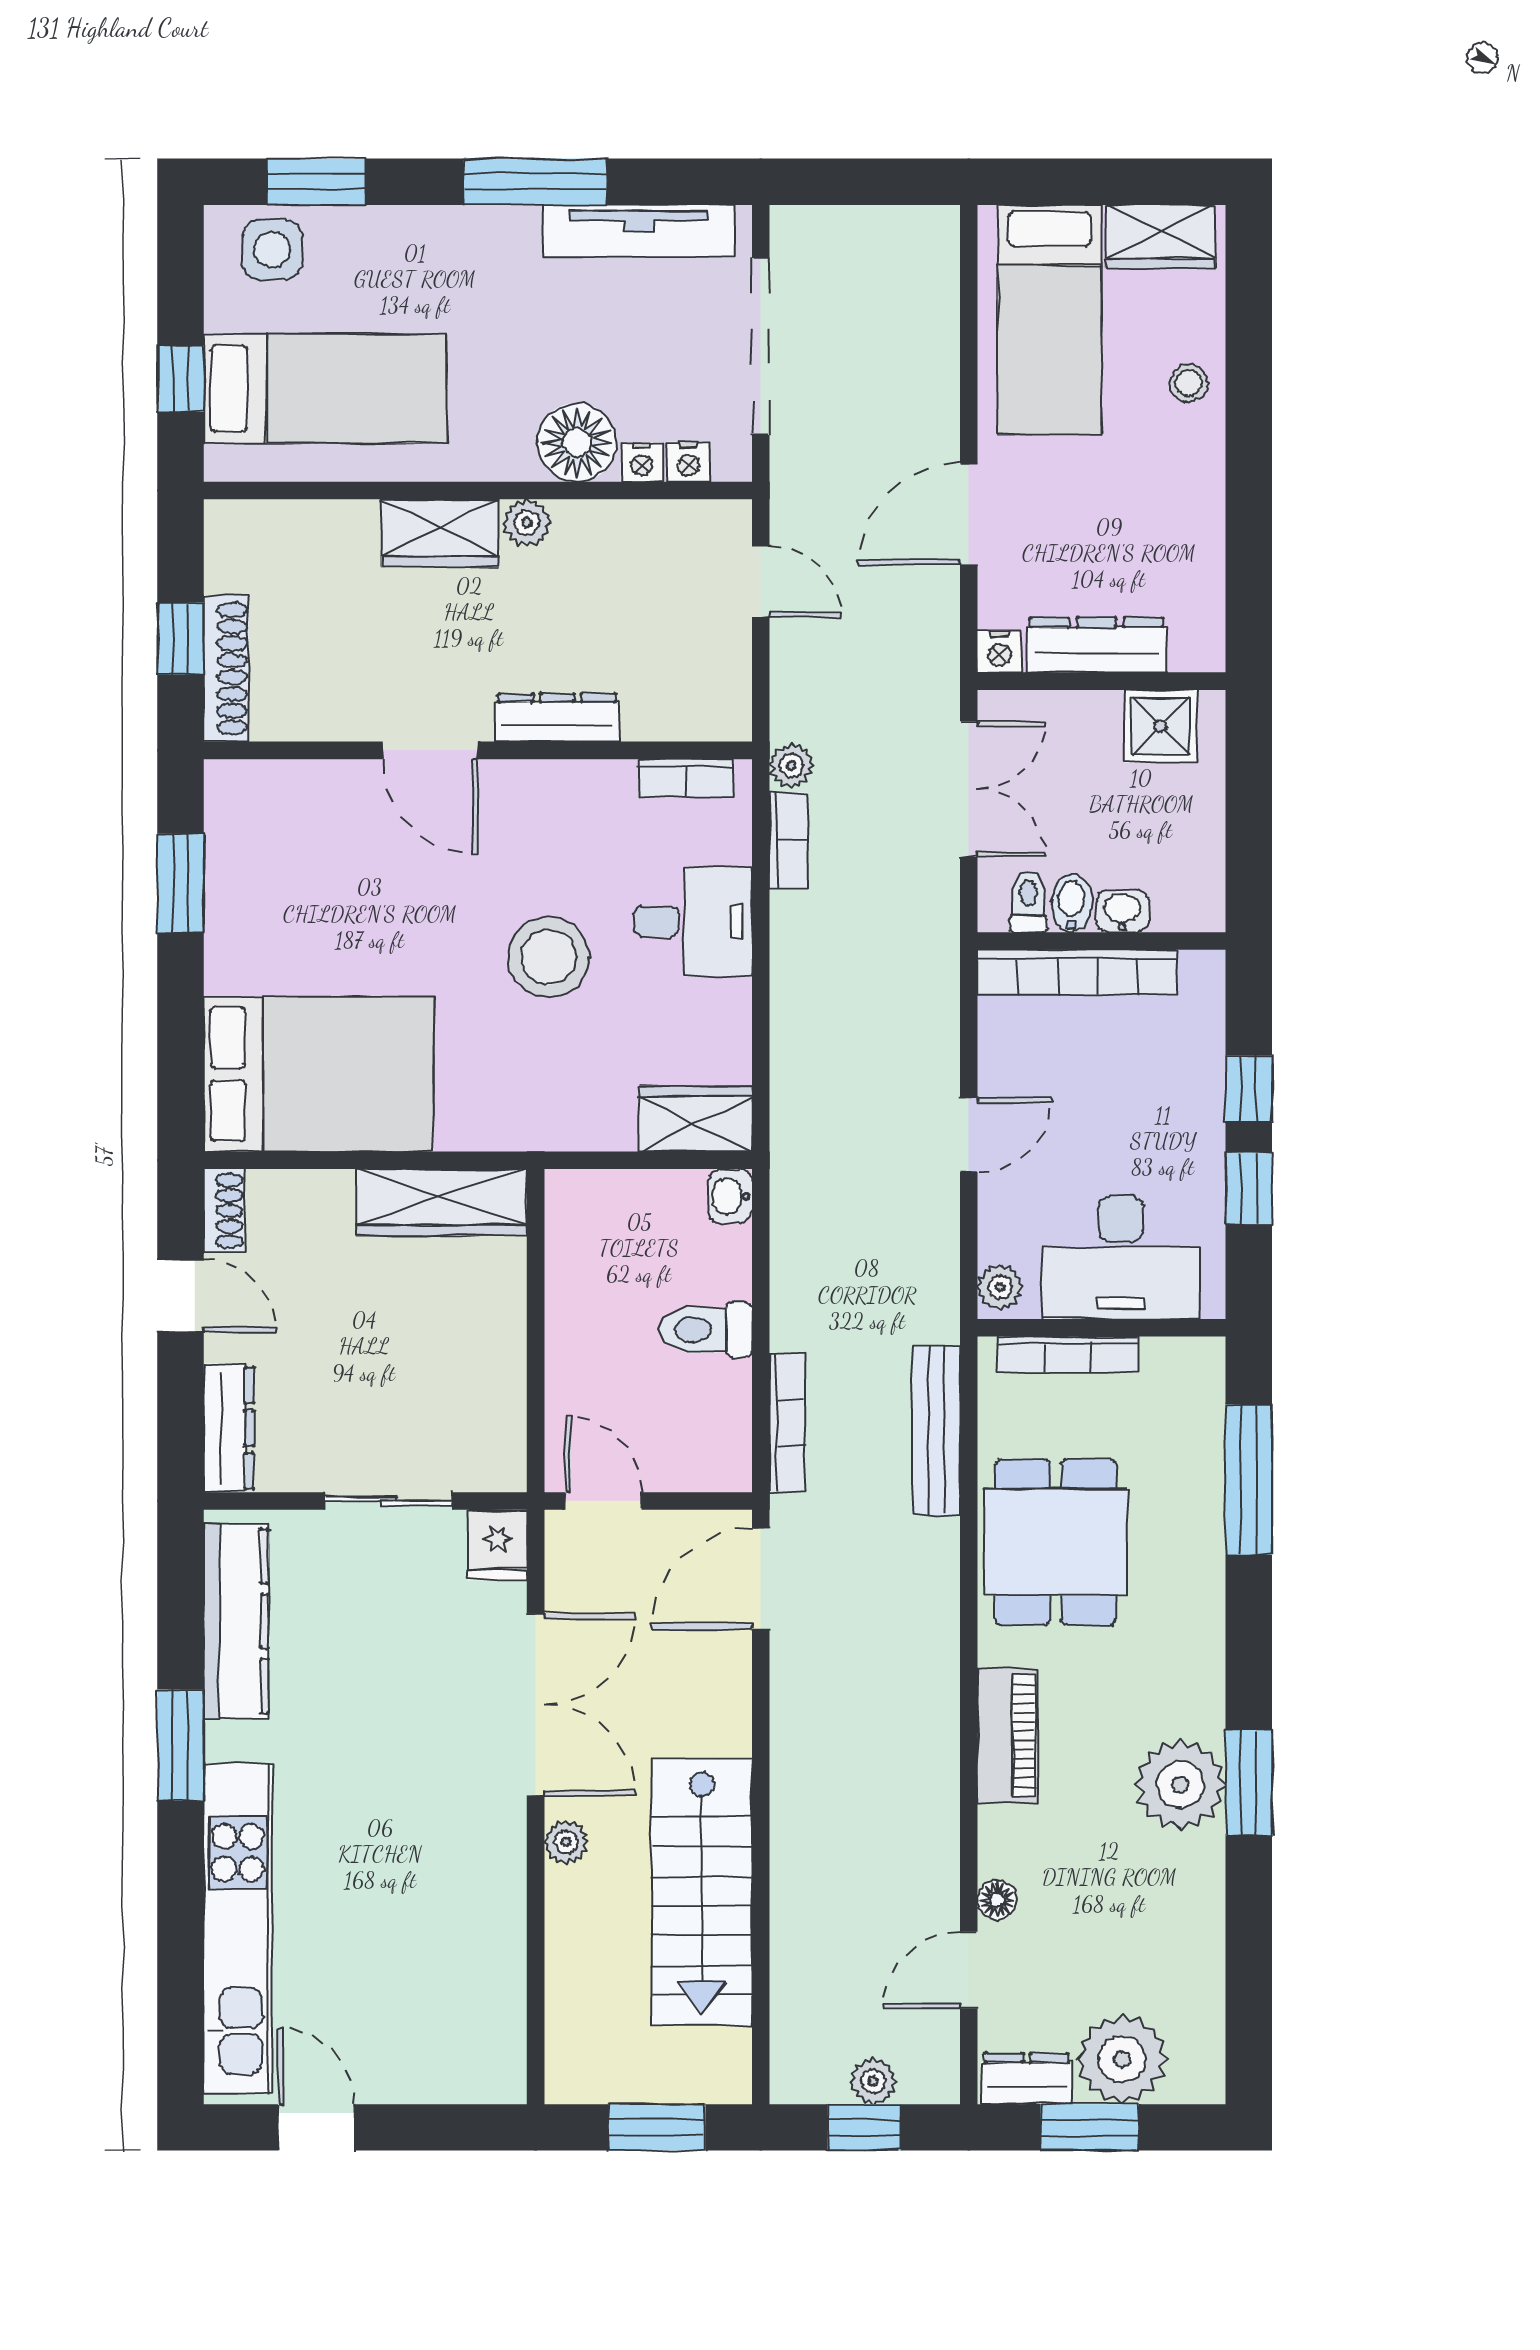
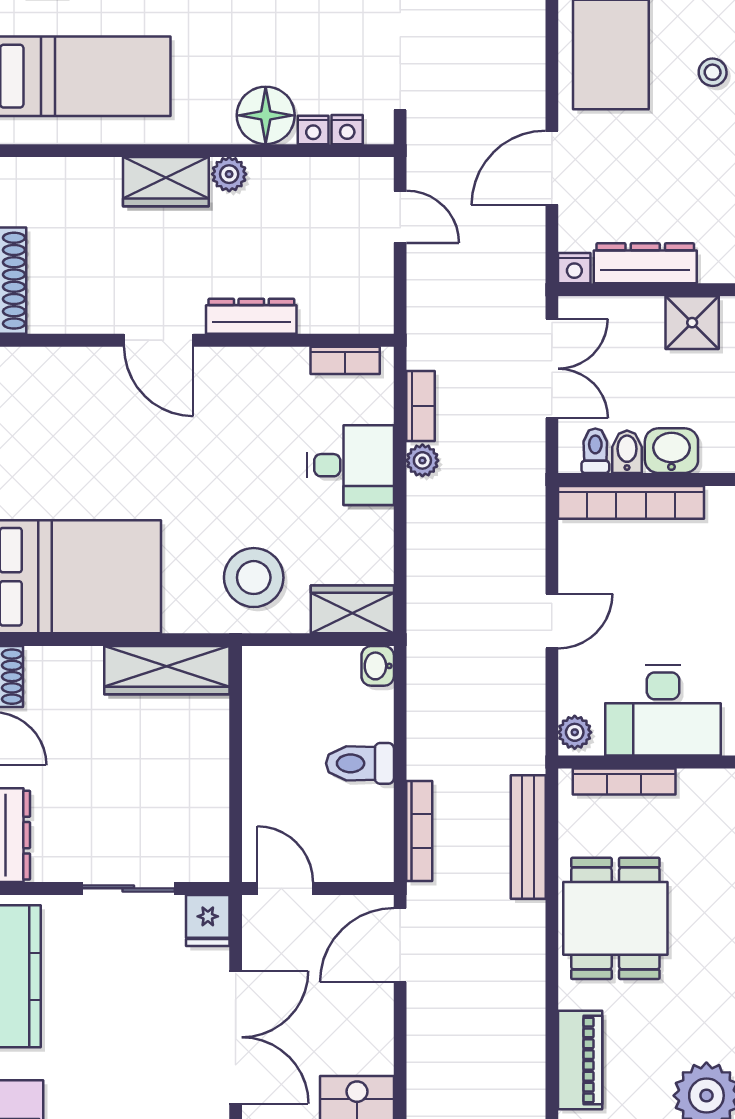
plant: (791, 766) -> (422, 460), moved
washbasin: (1122, 911) -> (671, 451), width x1.38, depth x1.45
stool: (549, 957) -> (254, 578), moved

